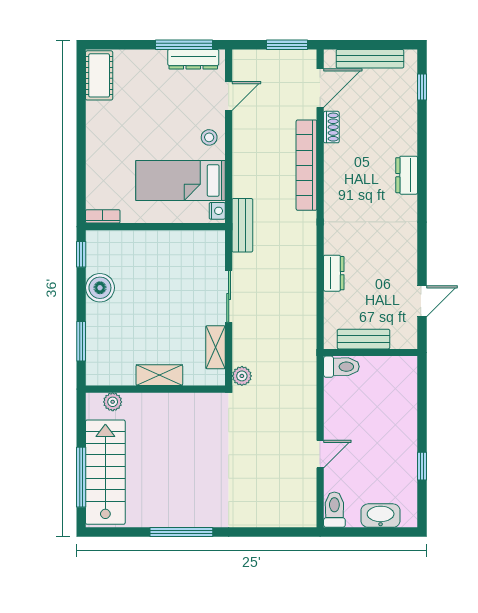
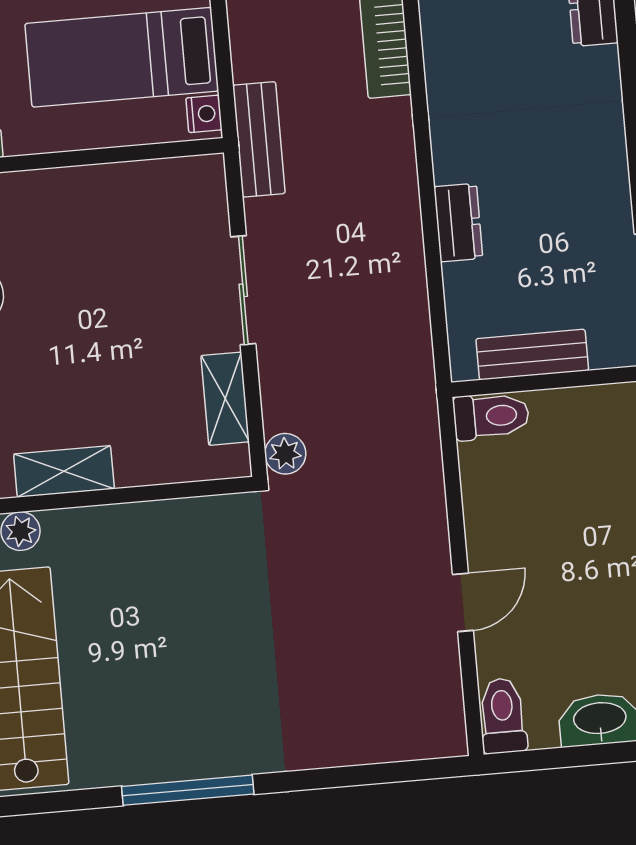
shelving: (159, 375) -> (64, 471), moved

